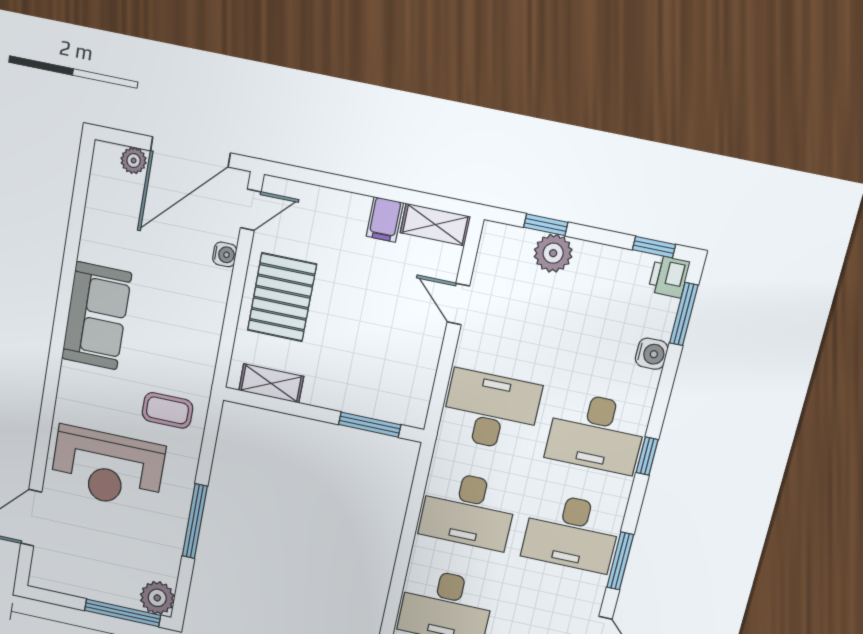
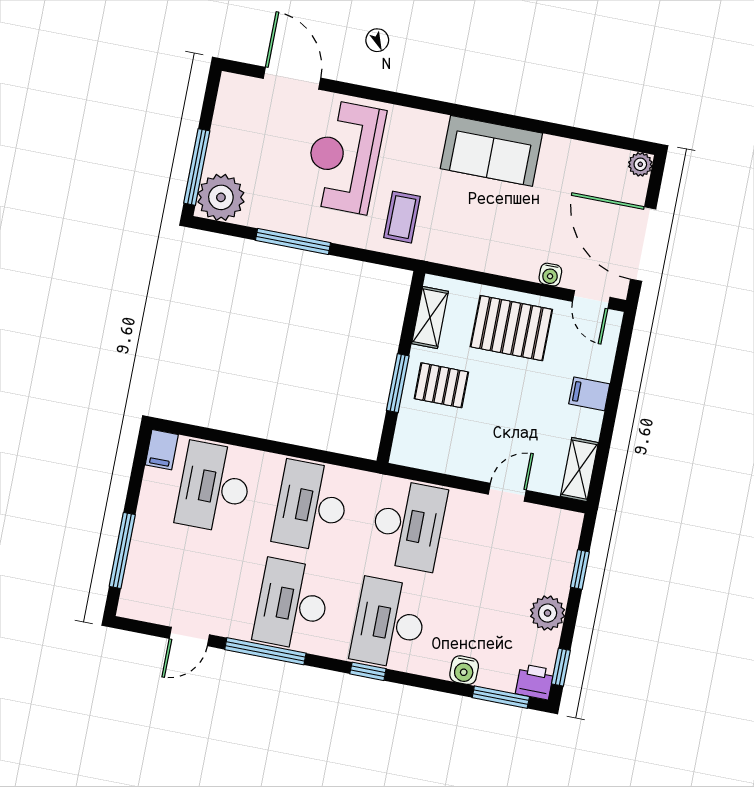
plant: (134, 161) -> (640, 164), moved
filing cabinet: (385, 219) -> (589, 394), moved
plant: (553, 253) -> (548, 613), moved
pallet: (343, 373) -> (441, 385), added
window: (370, 425) -> (398, 383), moved
window: (620, 561) -> (265, 651), width x1.44
plant: (157, 598) -> (221, 197), width x1.36, depth x1.36

